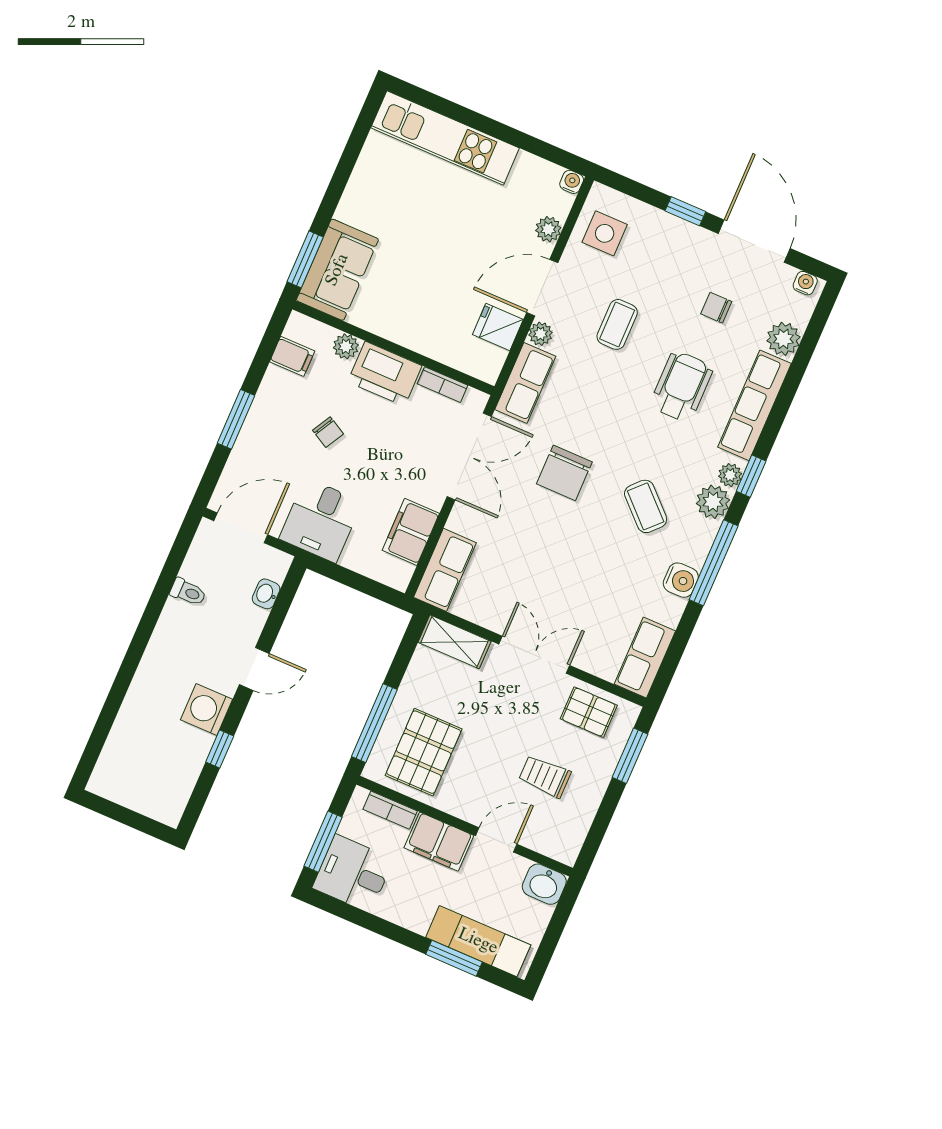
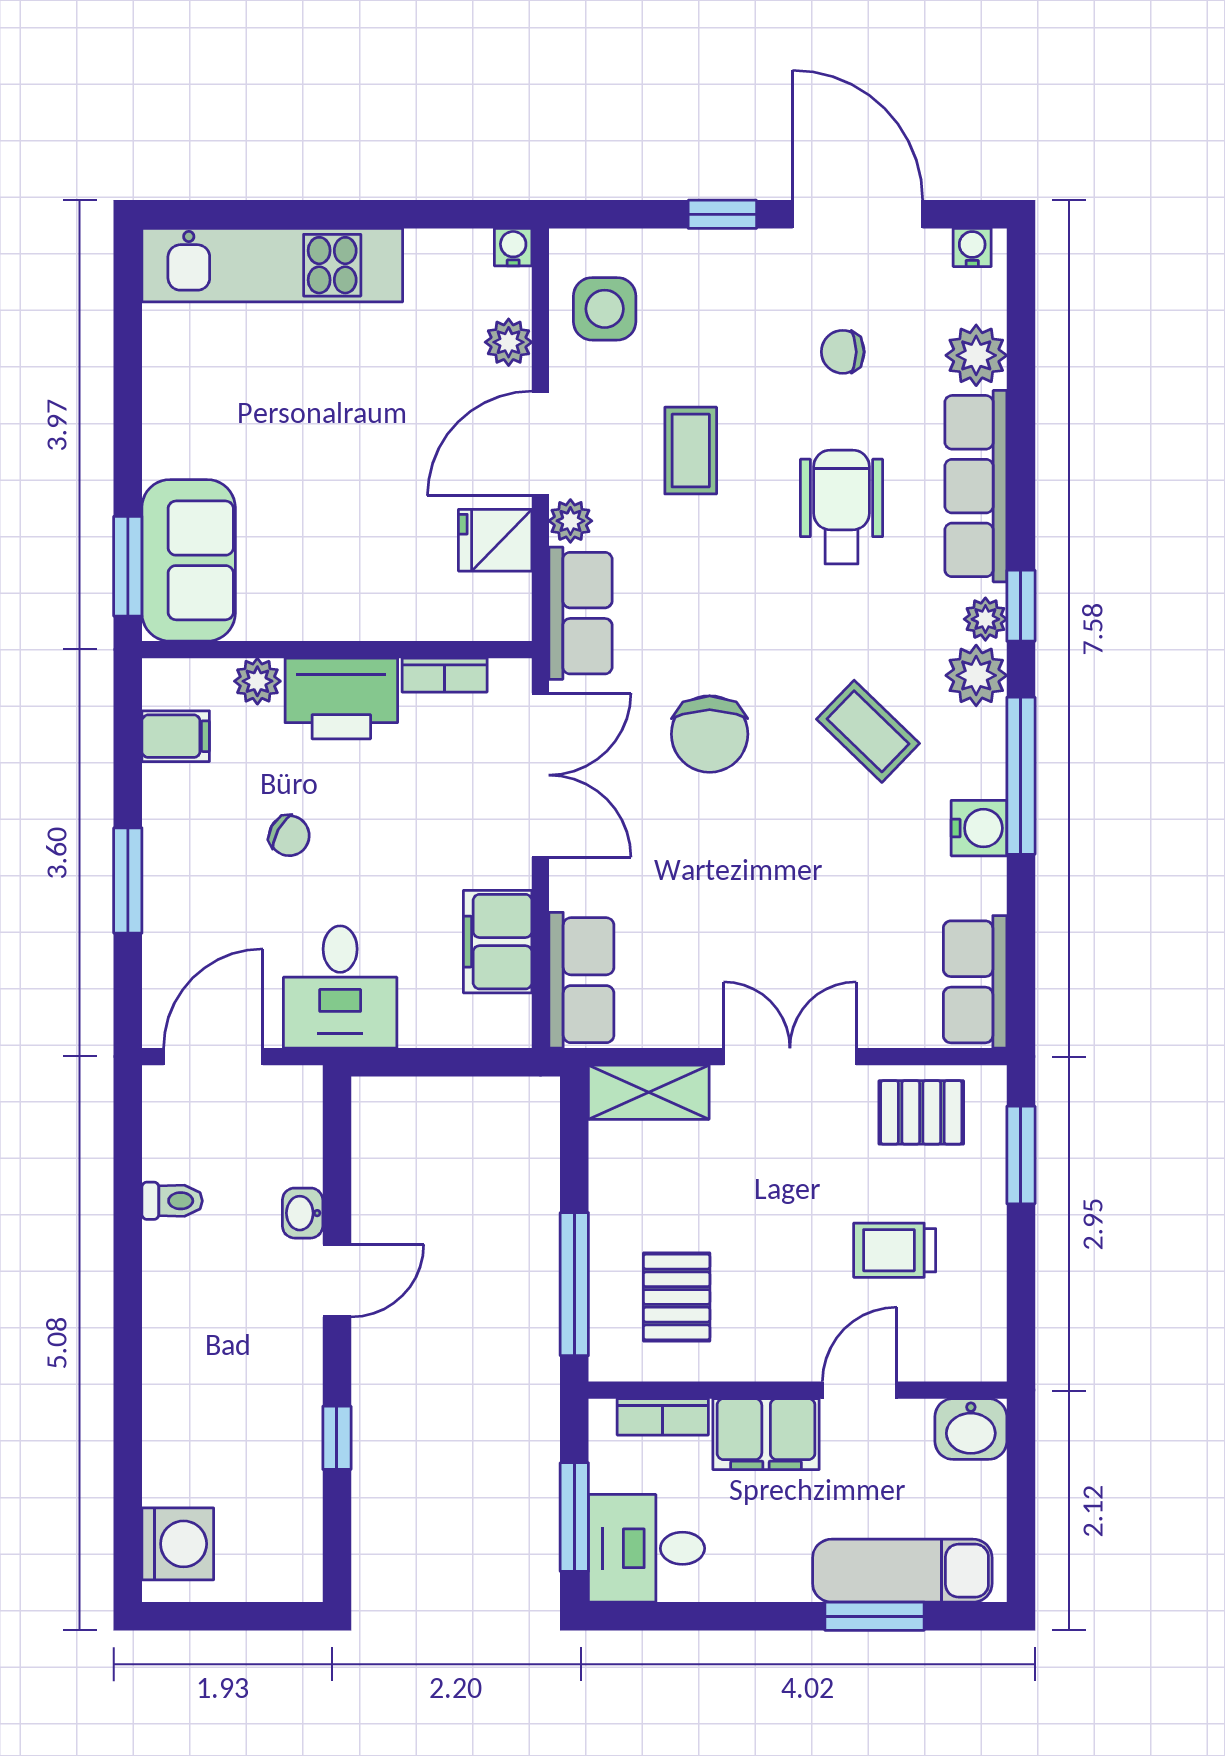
washbasin: (266, 594) -> (303, 1213), moved
washing machine: (207, 709) -> (178, 1544), moved, turned 180
pallet: (424, 752) -> (677, 1297), width x0.67, depth x0.71

